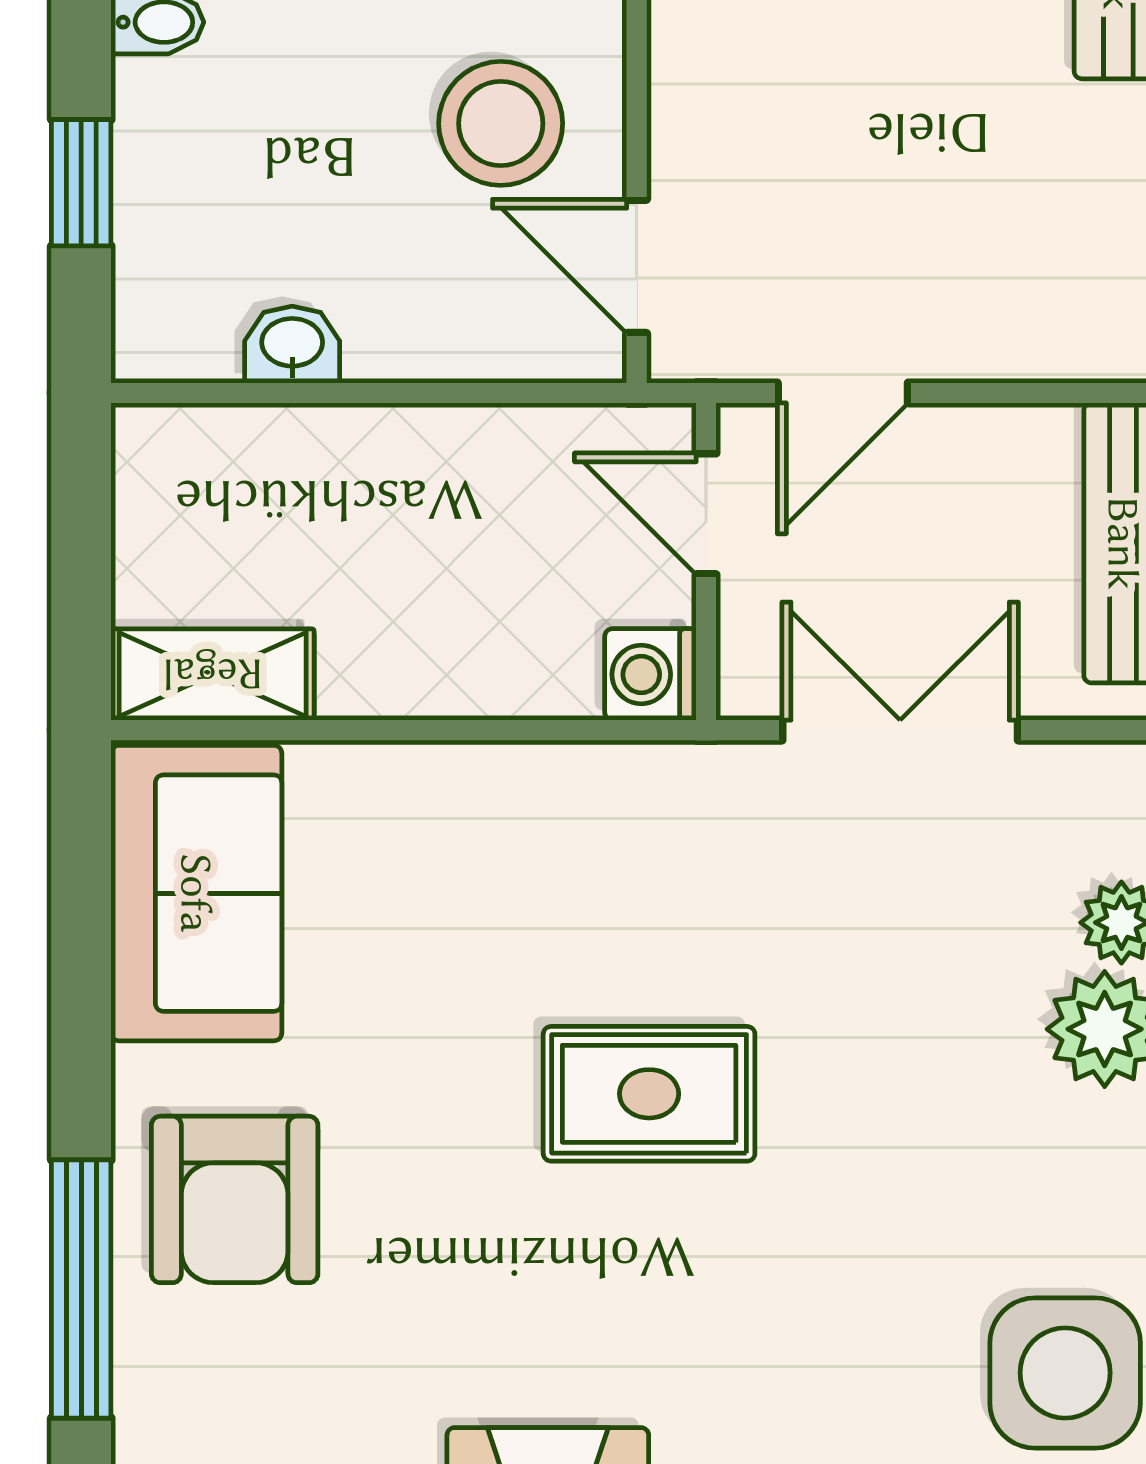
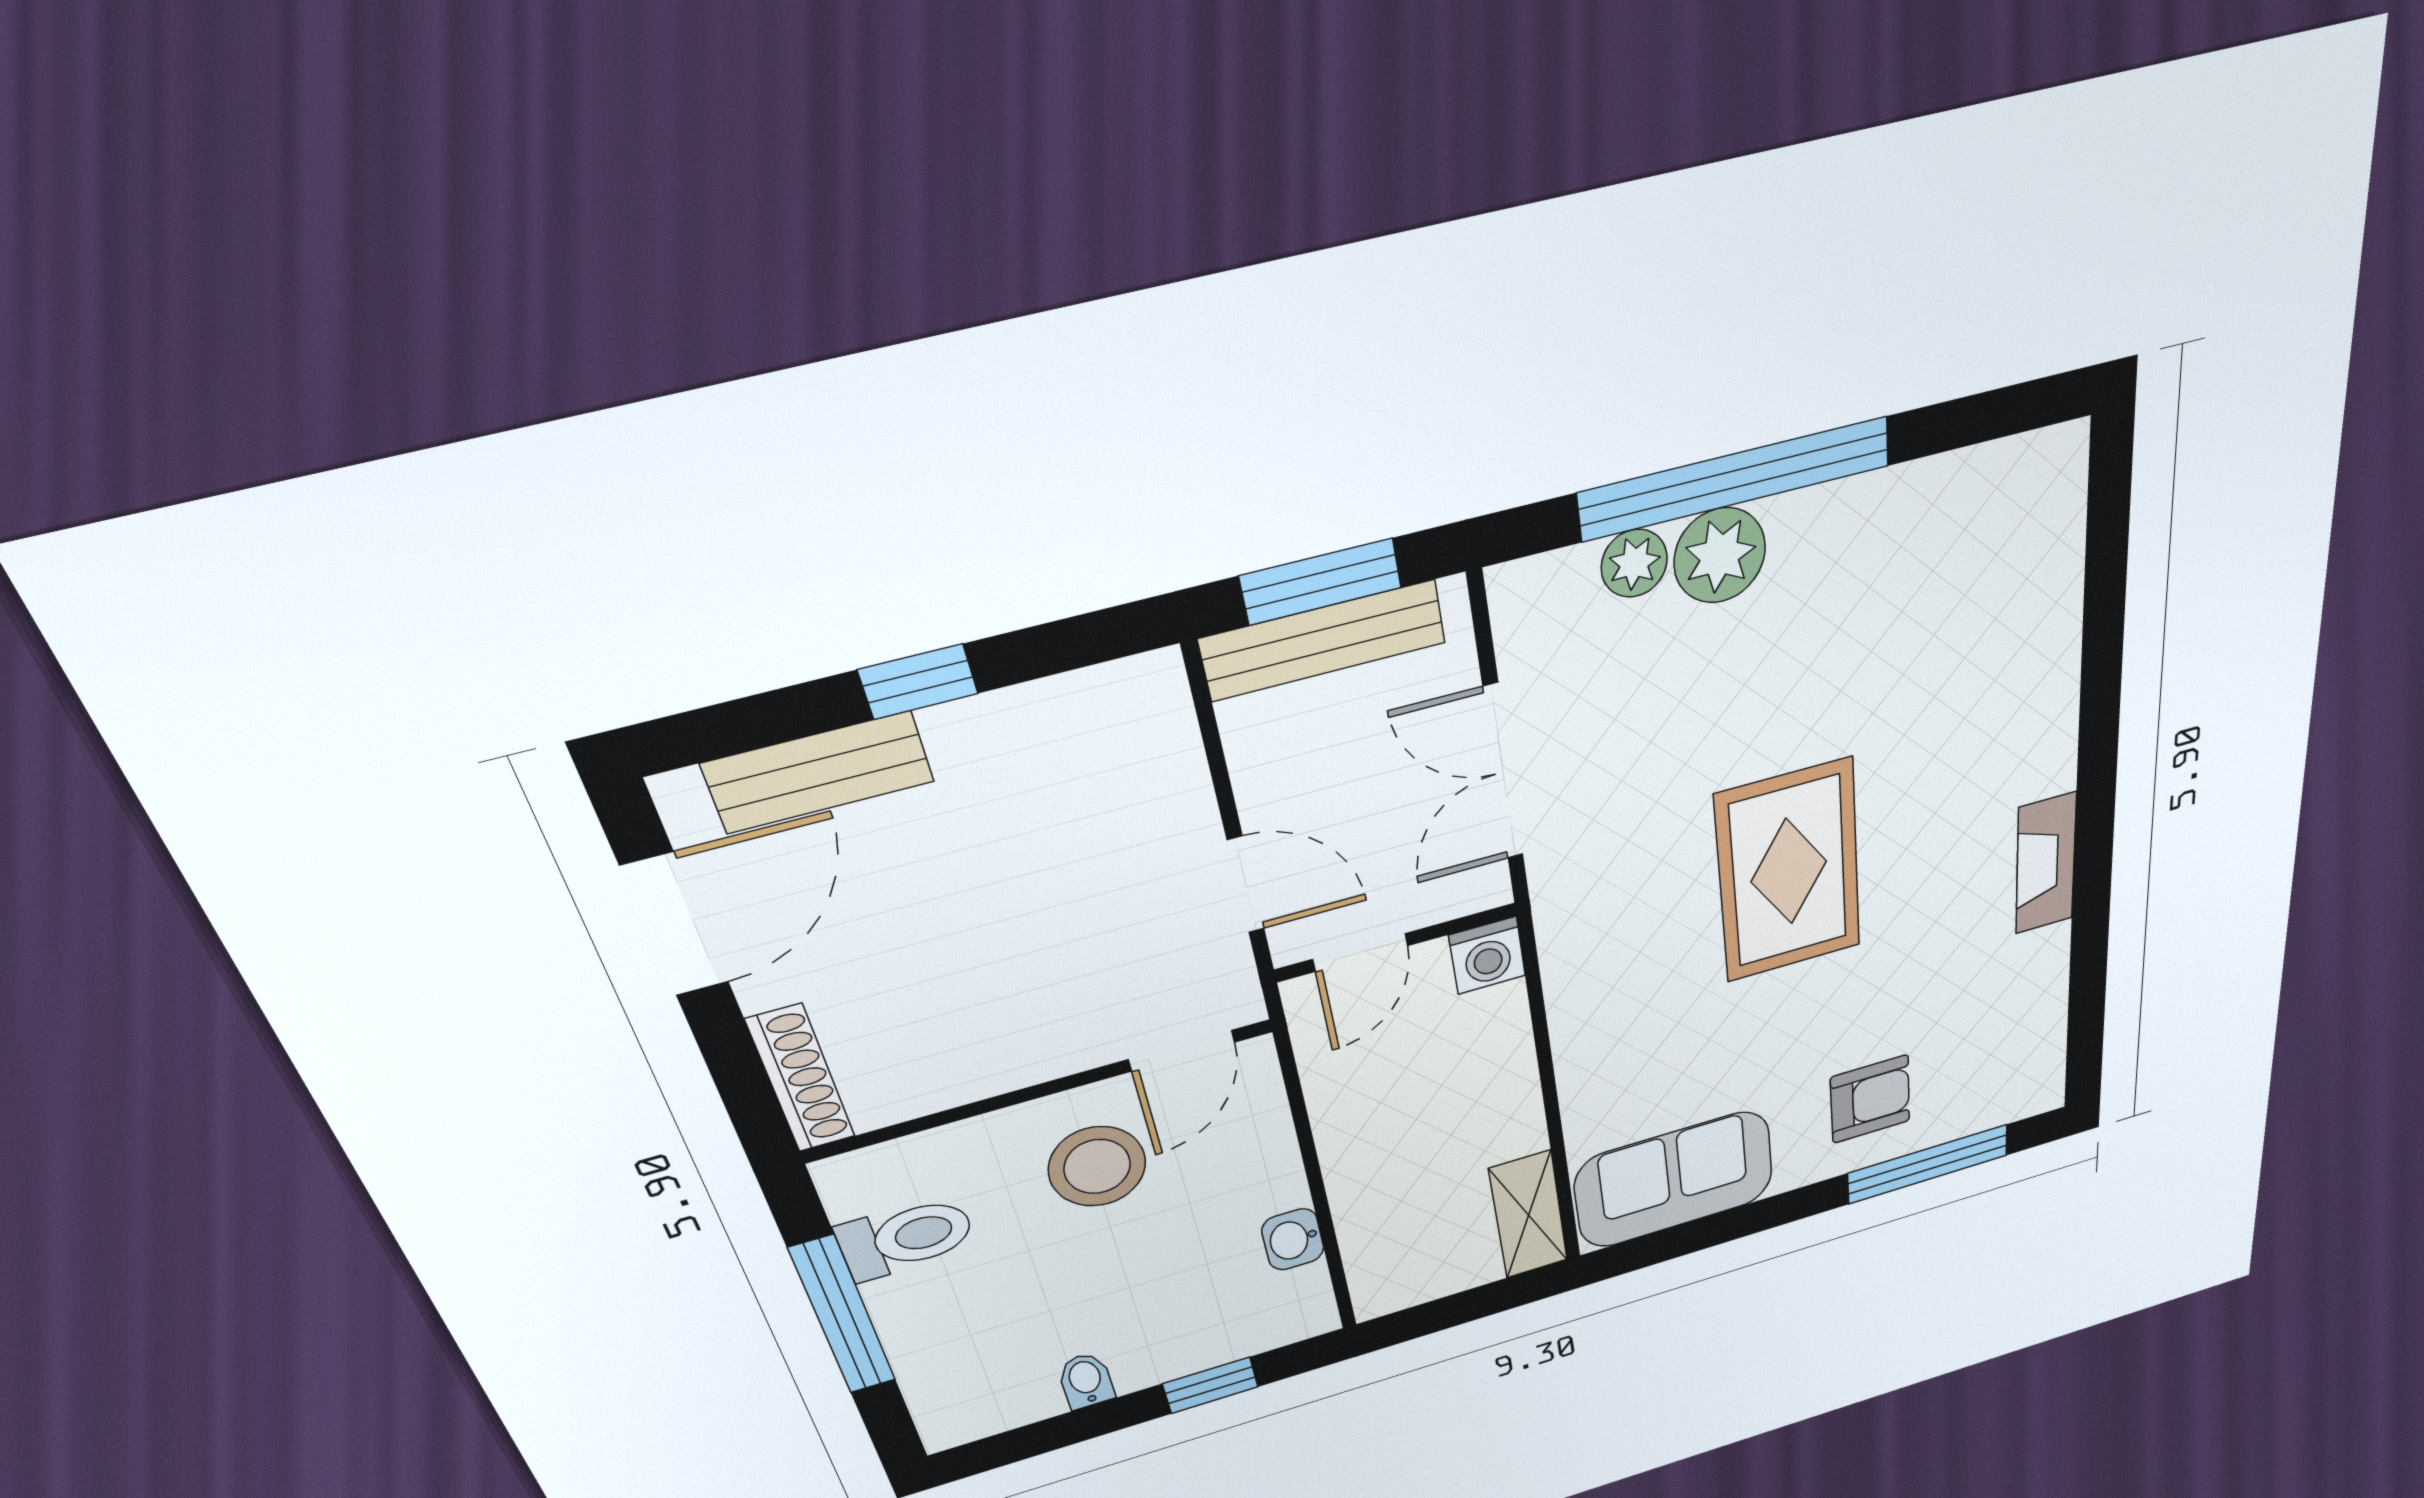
rug: (649, 1094) -> (1789, 872), width x1.36, depth x1.43
armchair: (235, 1199) -> (1870, 1099), width x0.72, depth x0.72
side table: (1065, 1373) -> (1984, 520), removed

